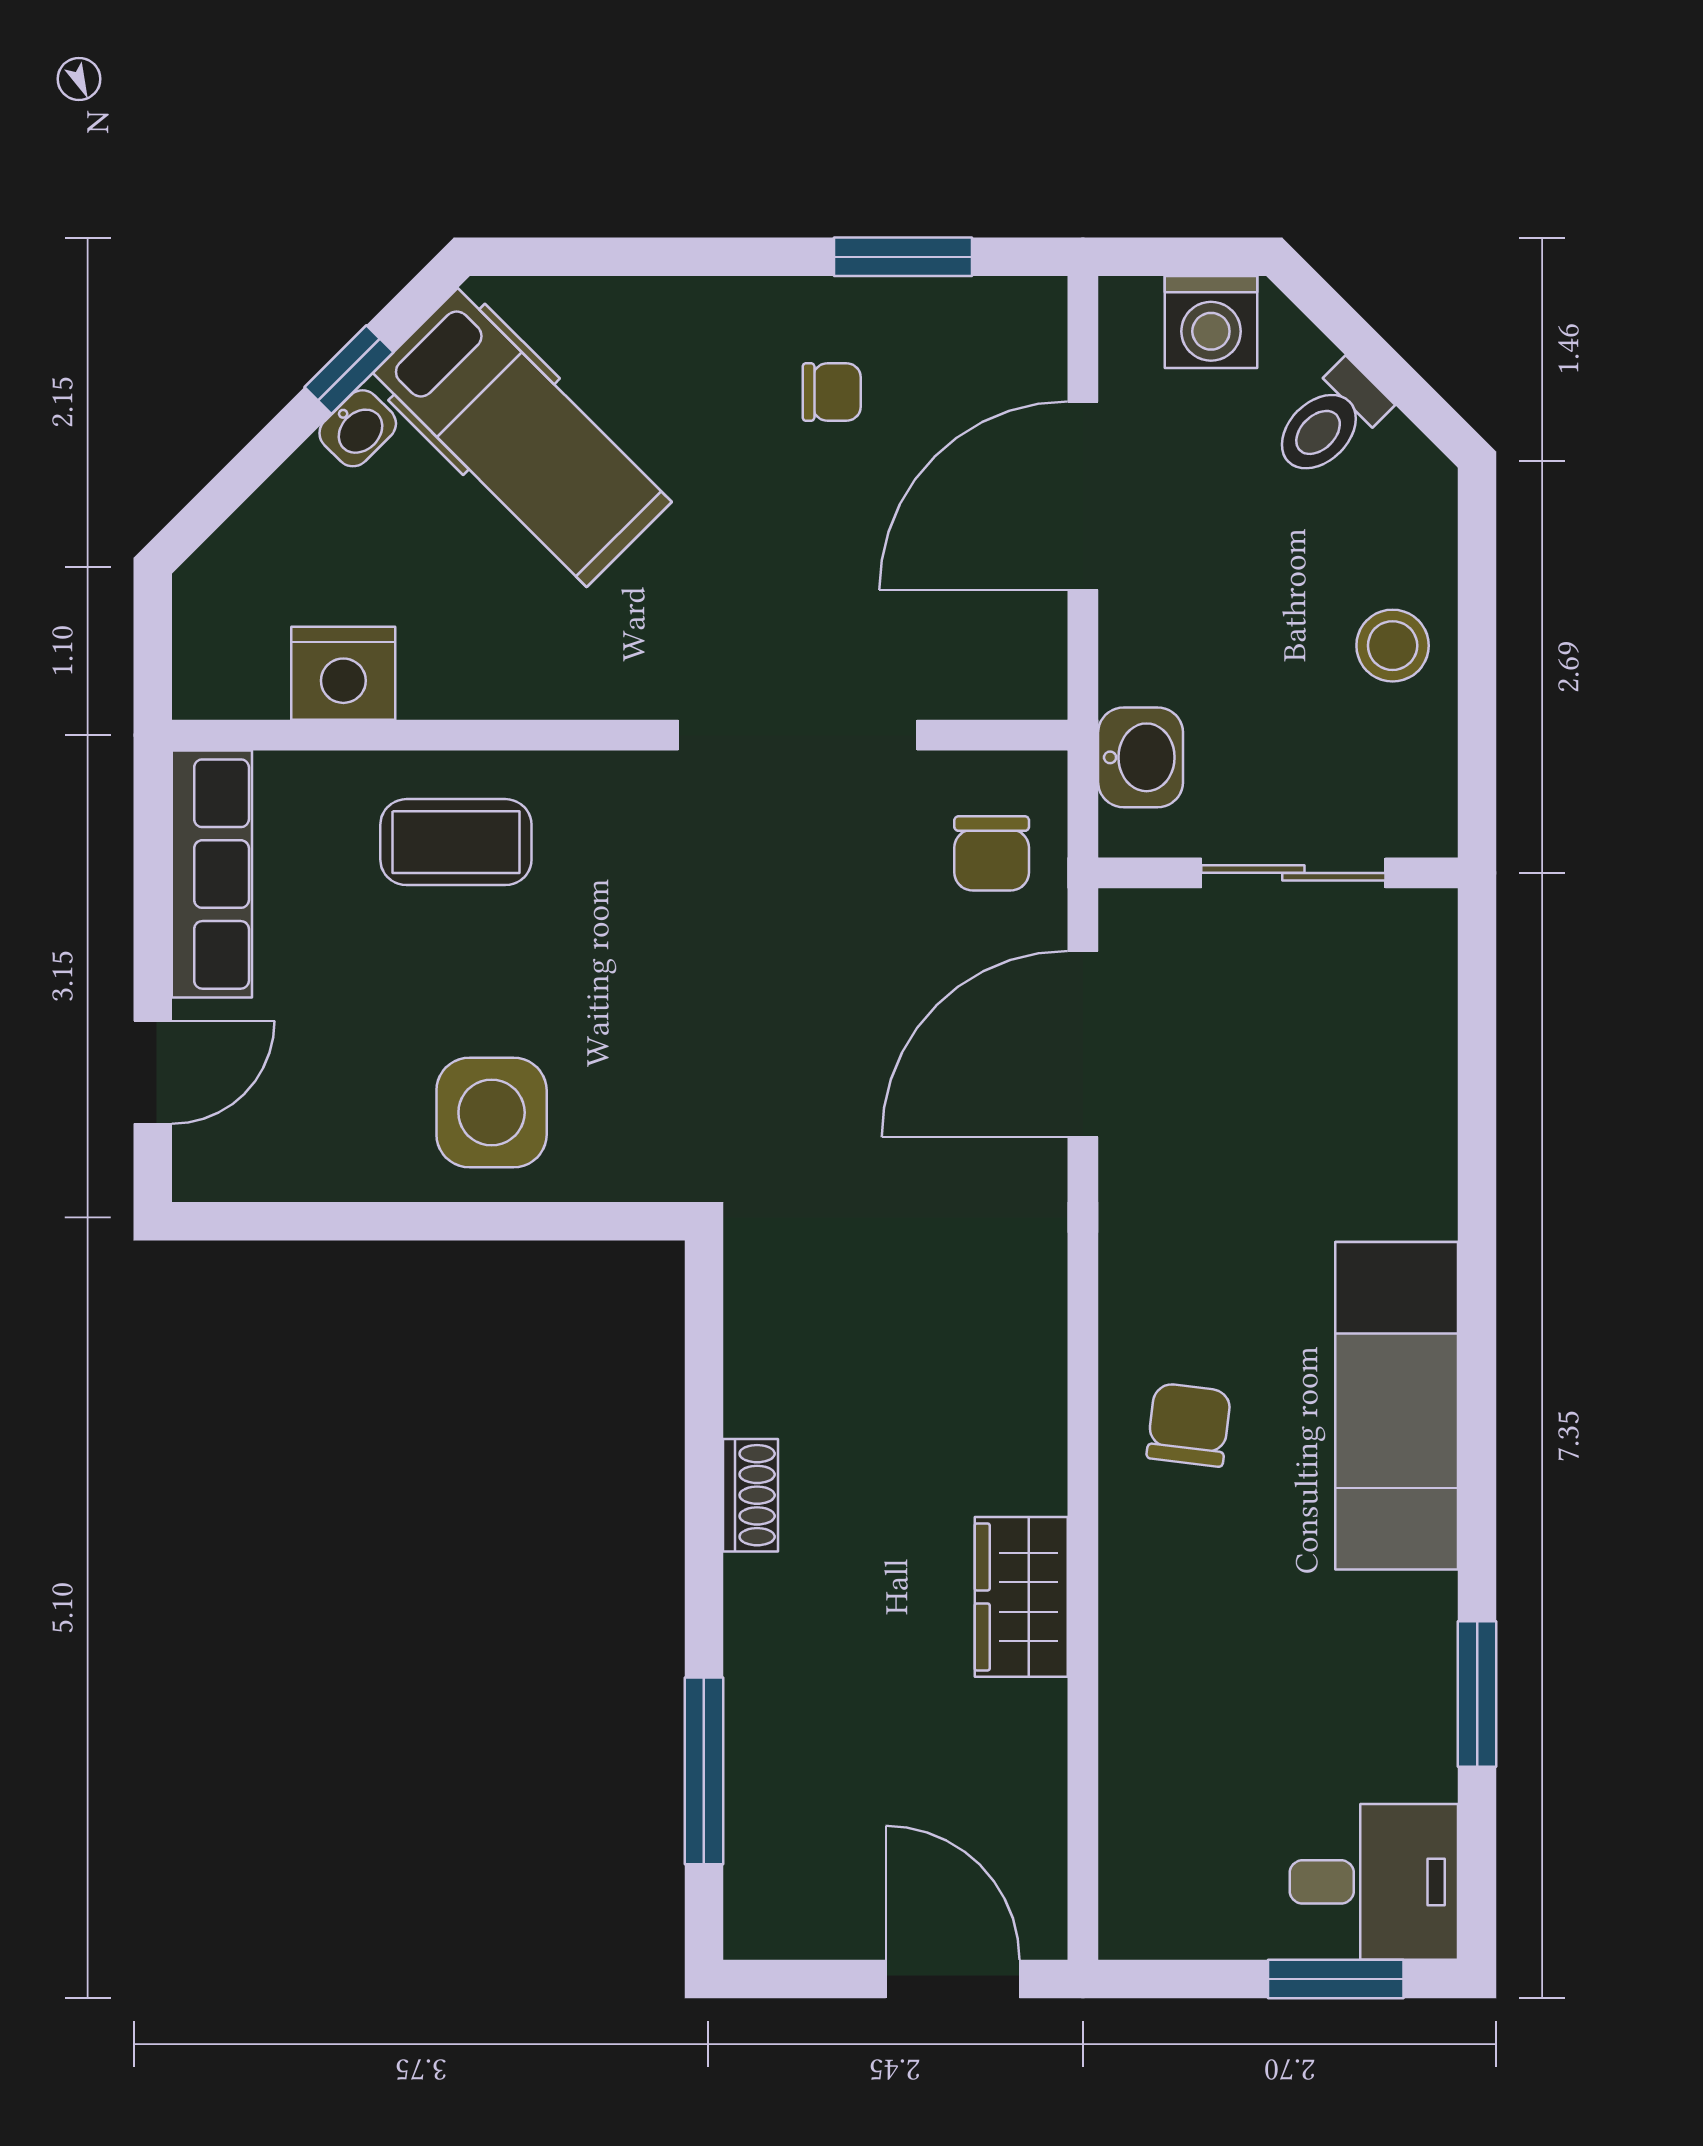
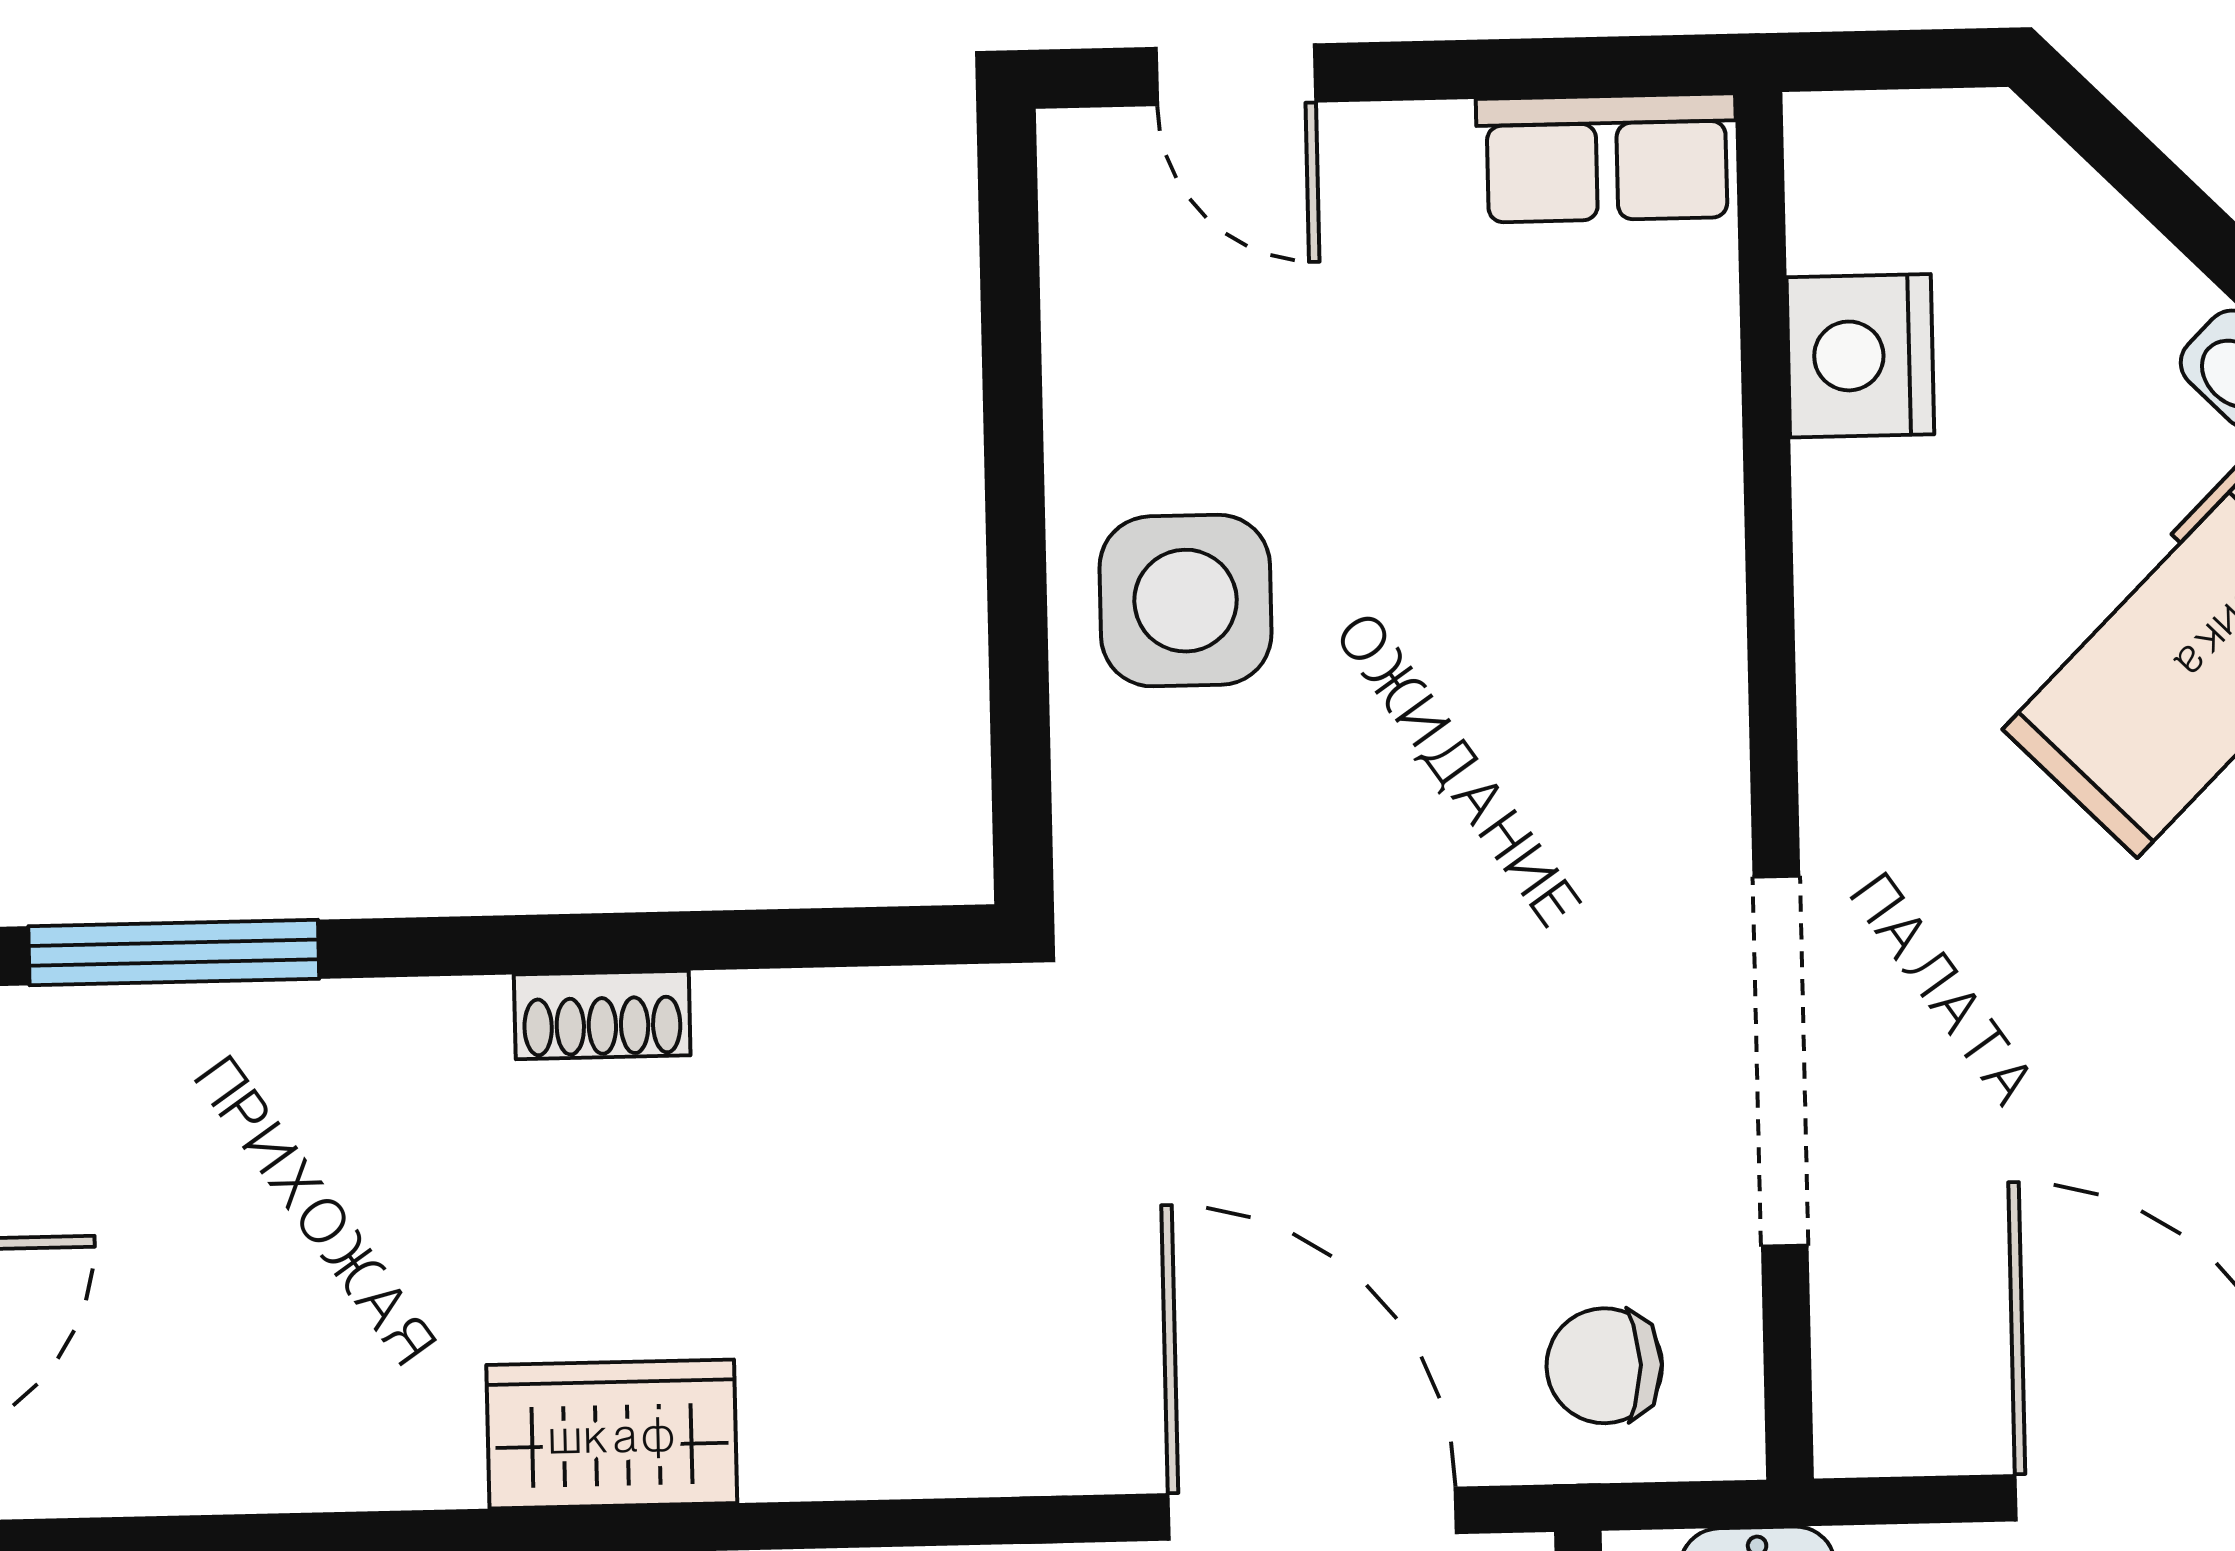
coffee table: (456, 842) -> (1603, 536), removed
row of seats: (212, 874) -> (1607, 158), width x0.68
wardrobe: (1021, 1597) -> (612, 1434), moved

